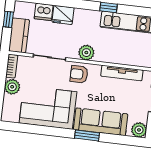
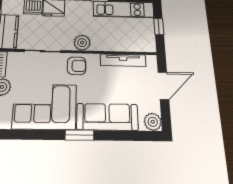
armchair: (79, 74) -> (77, 66), turned 180
window: (87, 135) -> (79, 135), moved

